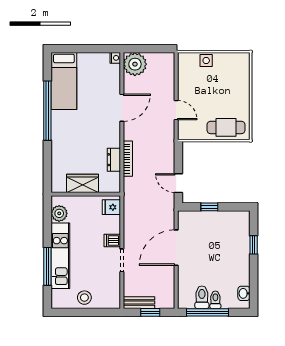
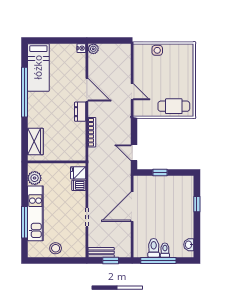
plant: (135, 64) -> (93, 49), width x0.53, depth x0.53
door: (122, 108) -> (87, 90), hinge flipped
dresser: (114, 160) -> (80, 112), moved
wardrobe: (82, 183) -> (35, 141), moved, turned 90
dishwasher: (112, 240) -> (79, 185), moved

